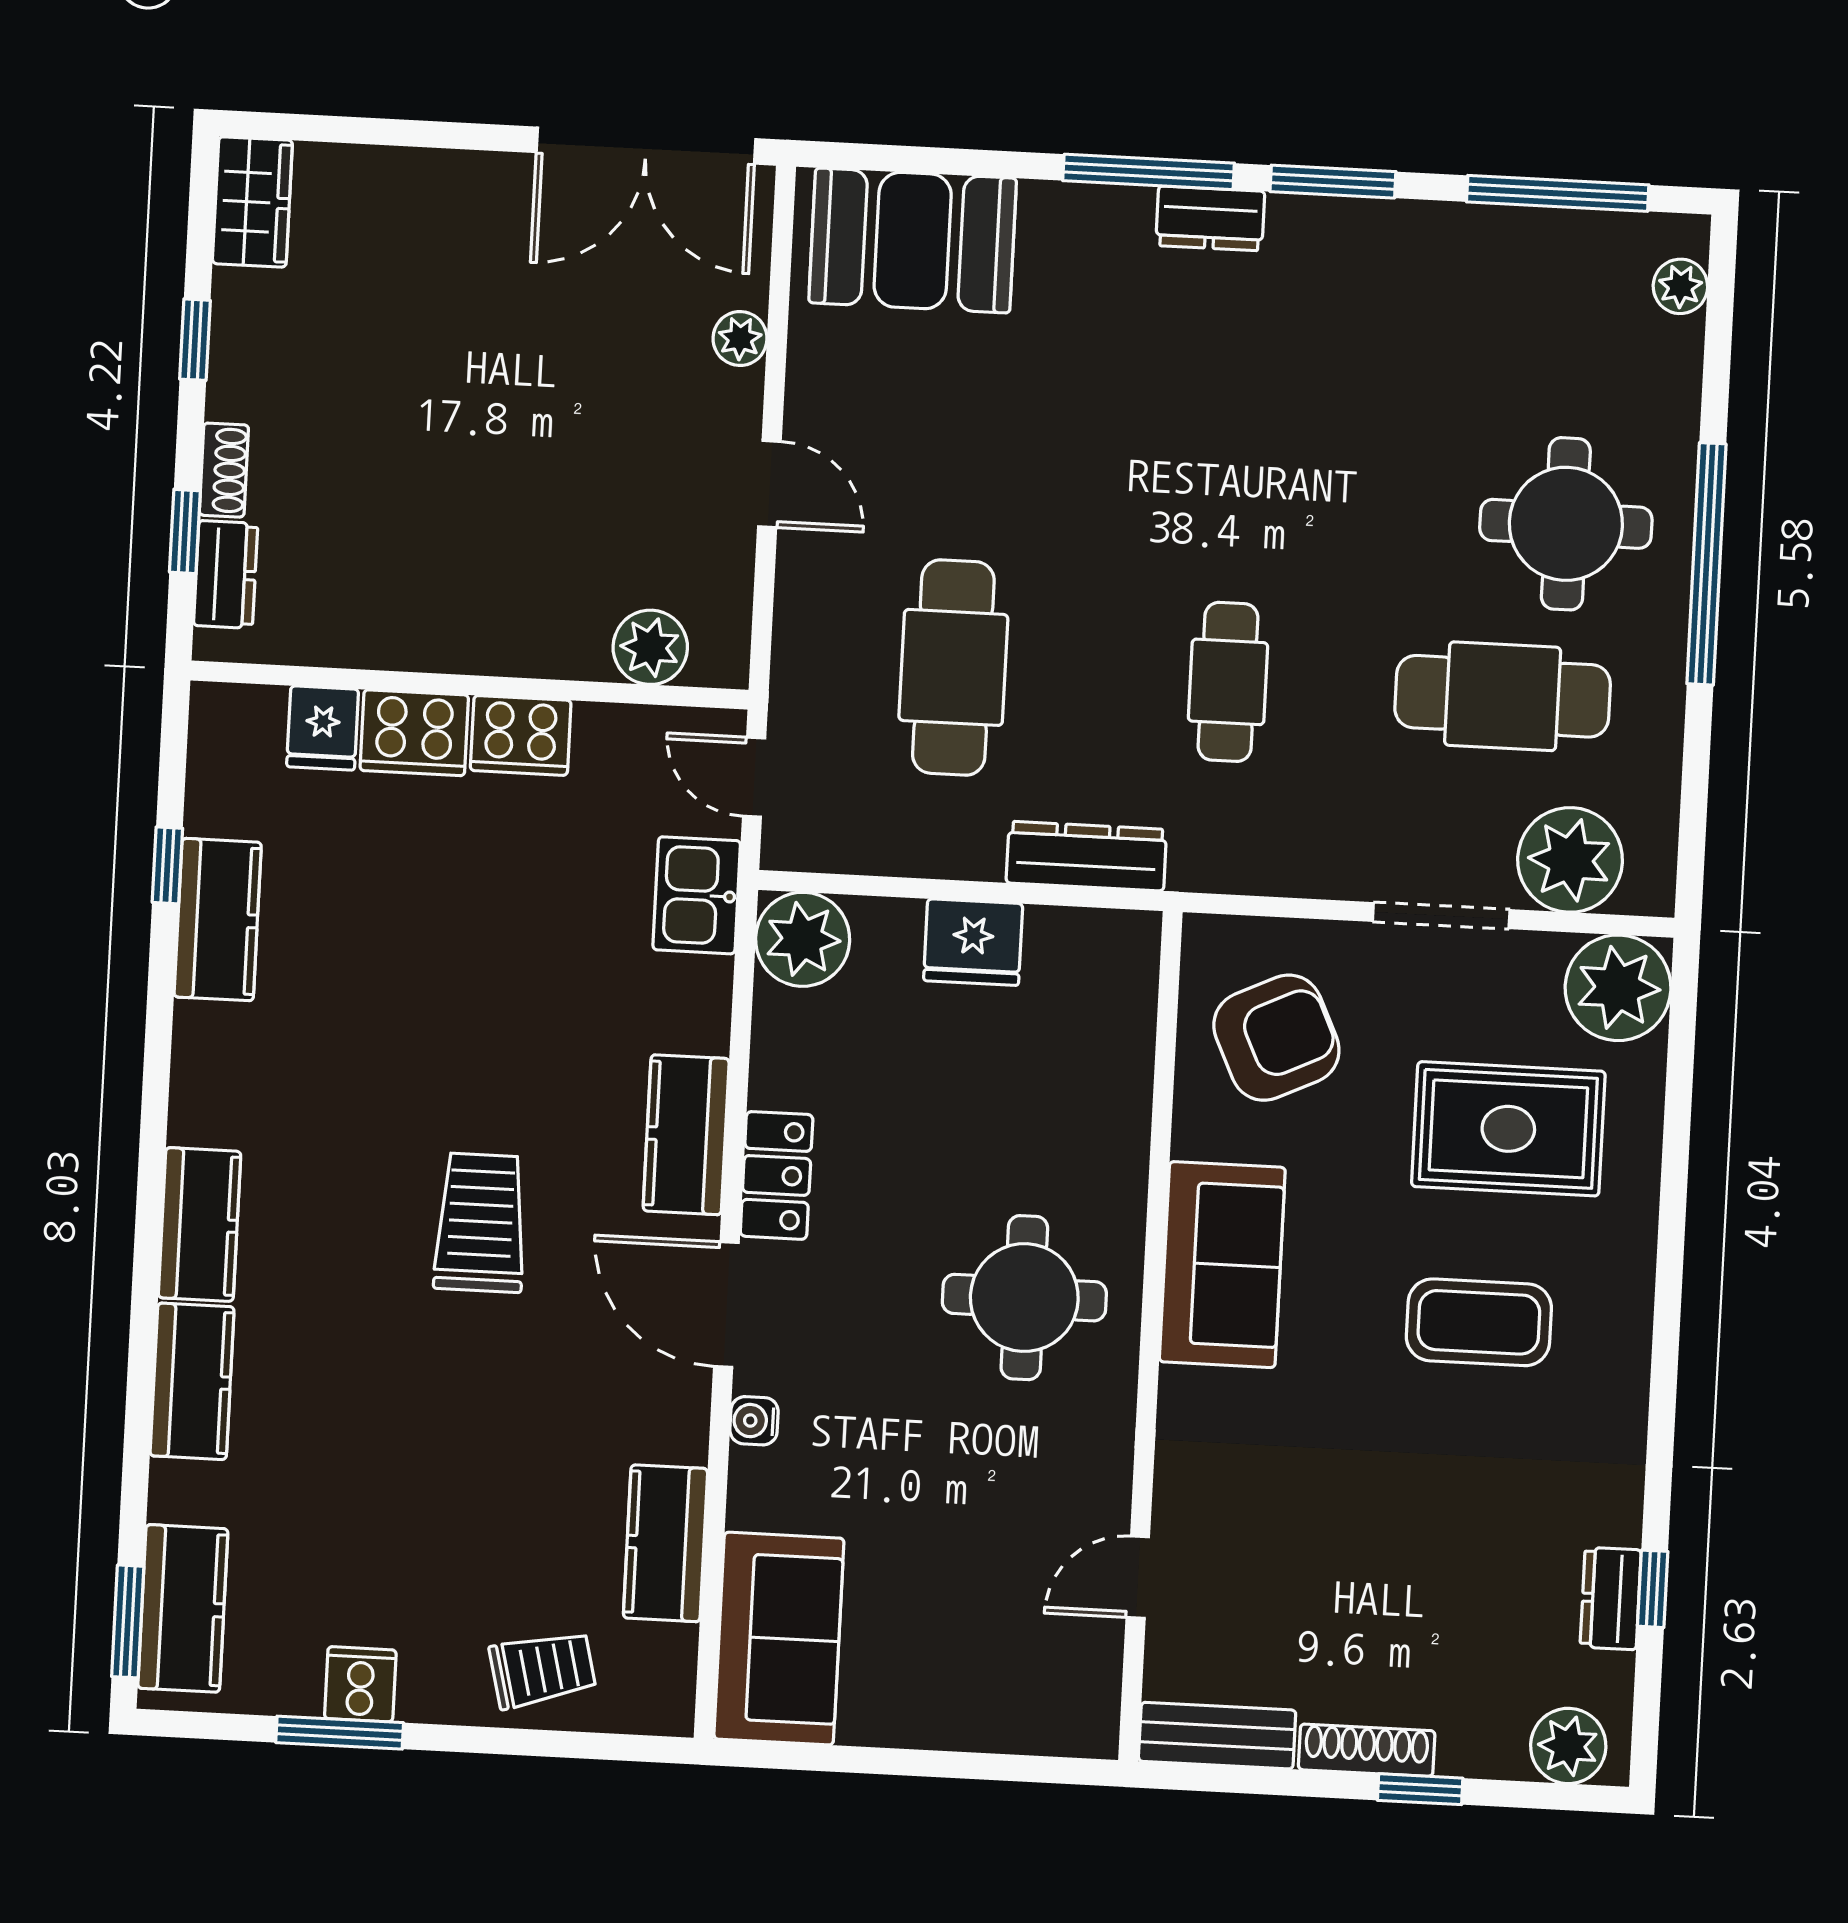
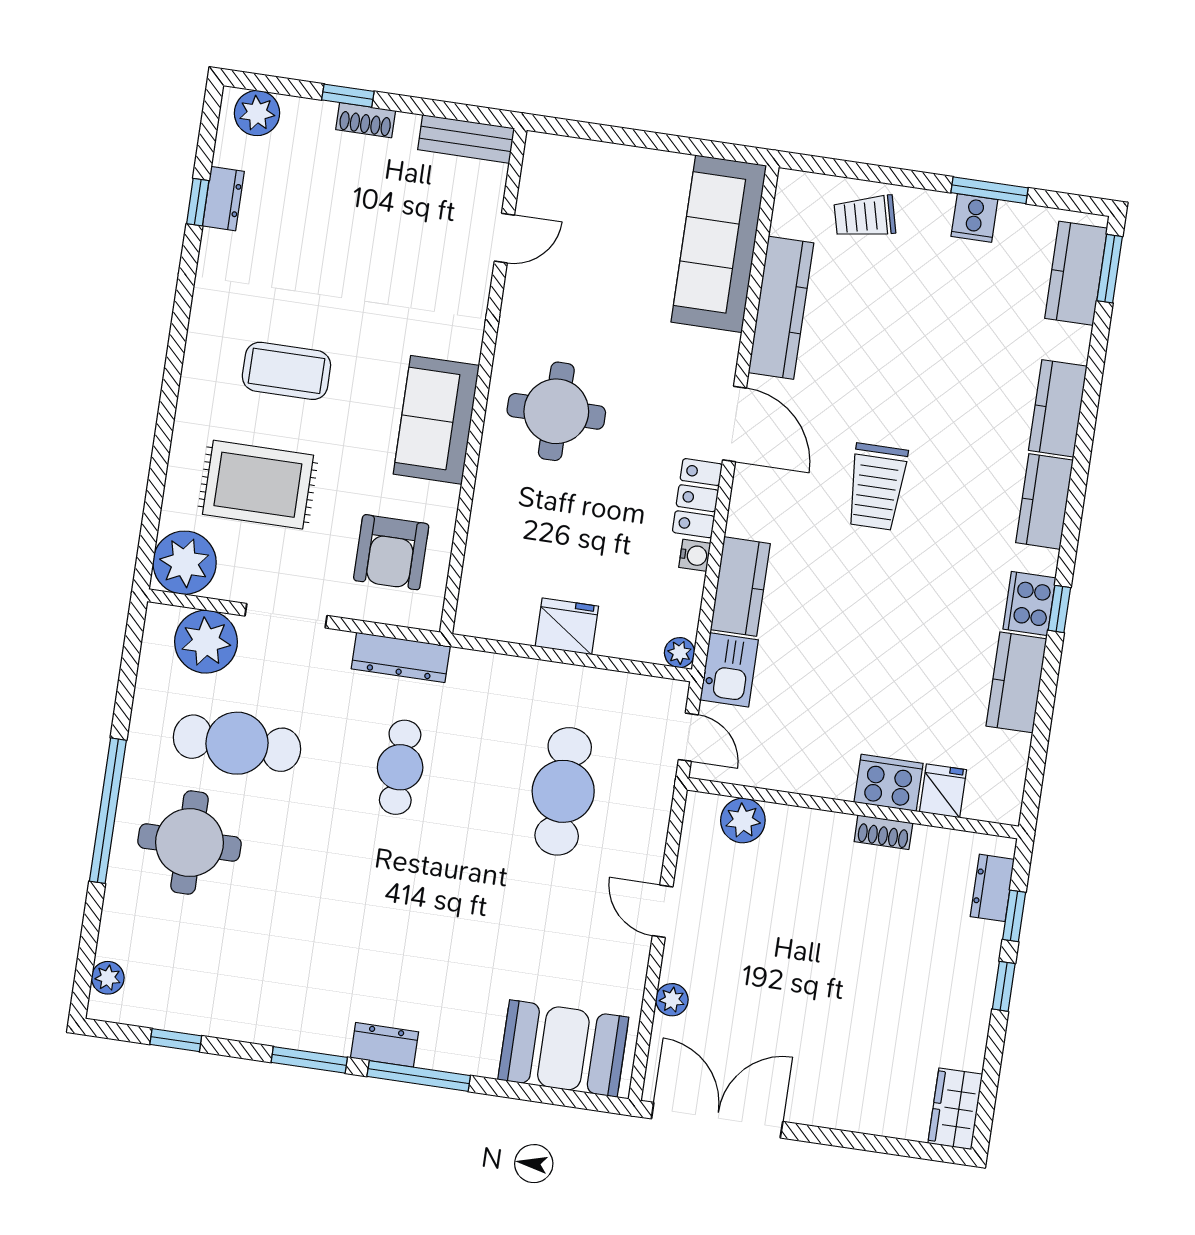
window: (1558, 193) -> (176, 1040), width x0.46
window: (195, 340) -> (1004, 986), moved
shoe rack: (224, 470) -> (883, 832), moved, turned -90
cooker: (521, 735) -> (1029, 603), moved, turned -90
dresser: (1086, 856) -> (401, 657), moved
window: (167, 865) -> (1059, 609), moved
plant: (803, 939) -> (680, 653), width x0.53, depth x0.53
armchair: (1276, 1038) -> (391, 552), turned -65
kitchen counter: (686, 1135) -> (740, 587), moved
water cooler: (754, 1421) -> (695, 555), moved
kitchen counter: (665, 1543) -> (781, 308), width x1.50
sofa: (779, 1639) -> (719, 244), width x1.36
shoe rack: (1367, 1750) -> (366, 120), width x0.70

